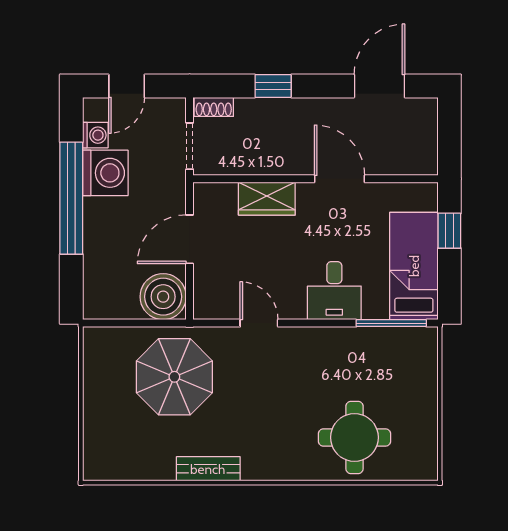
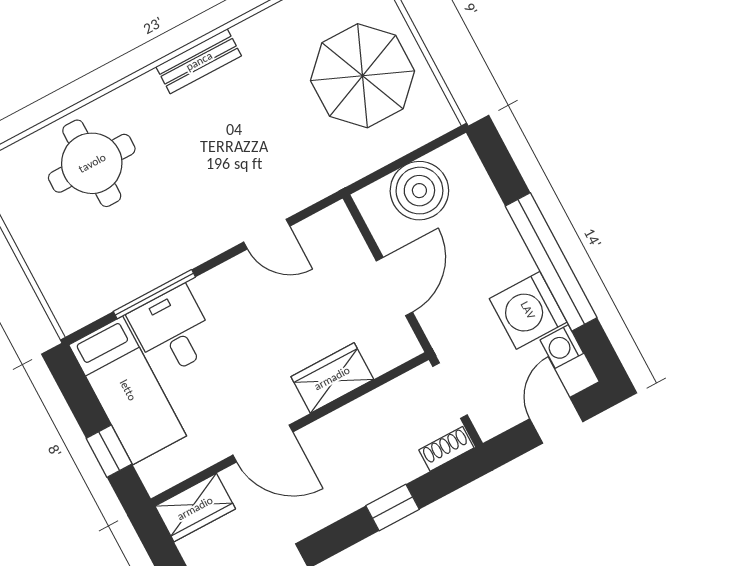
wardrobe: (410, 159) -> (195, 508), added
desk: (334, 291) -> (173, 331), moved
boiler: (163, 297) -> (419, 191), moved
window: (391, 323) -> (154, 294), moved
parasol: (174, 377) -> (363, 76), moved
bench: (208, 469) -> (199, 61), moved

